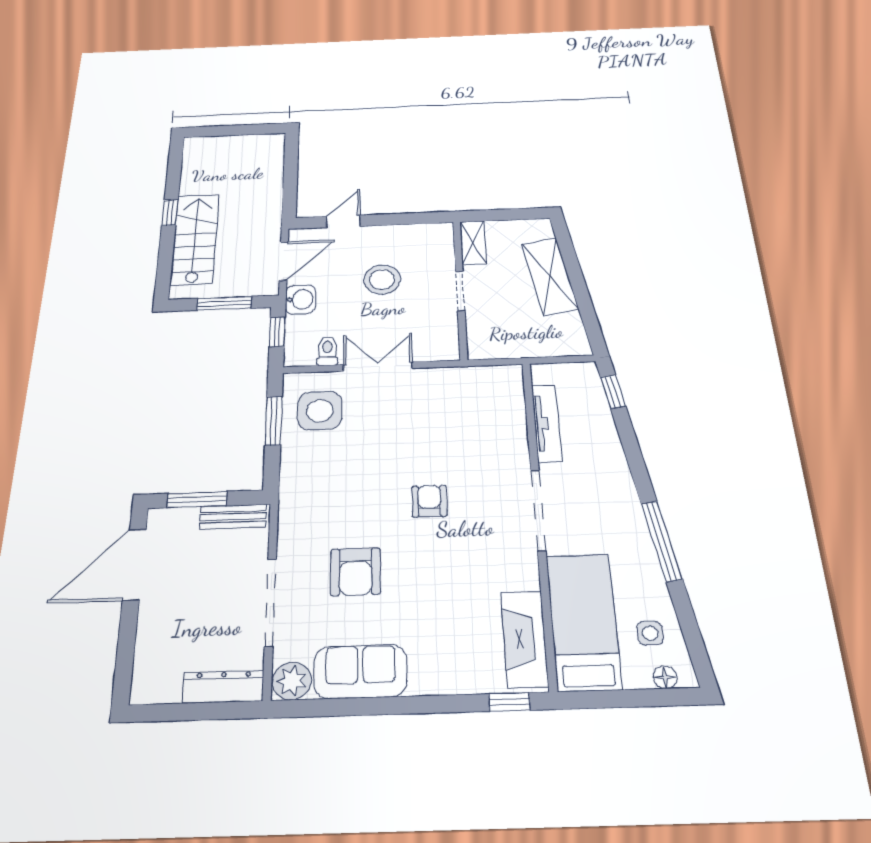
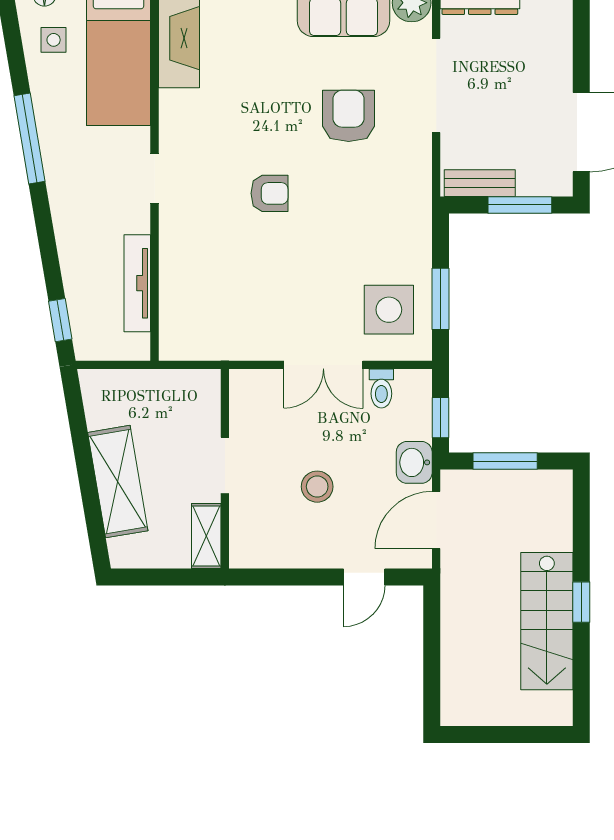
stairs: (195, 239) -> (547, 621), moved
stool: (382, 280) -> (317, 487), width x0.73, depth x0.73
armchair: (429, 501) -> (270, 193), turned -90
doorway: (538, 510) -> (155, 179), width x0.53

